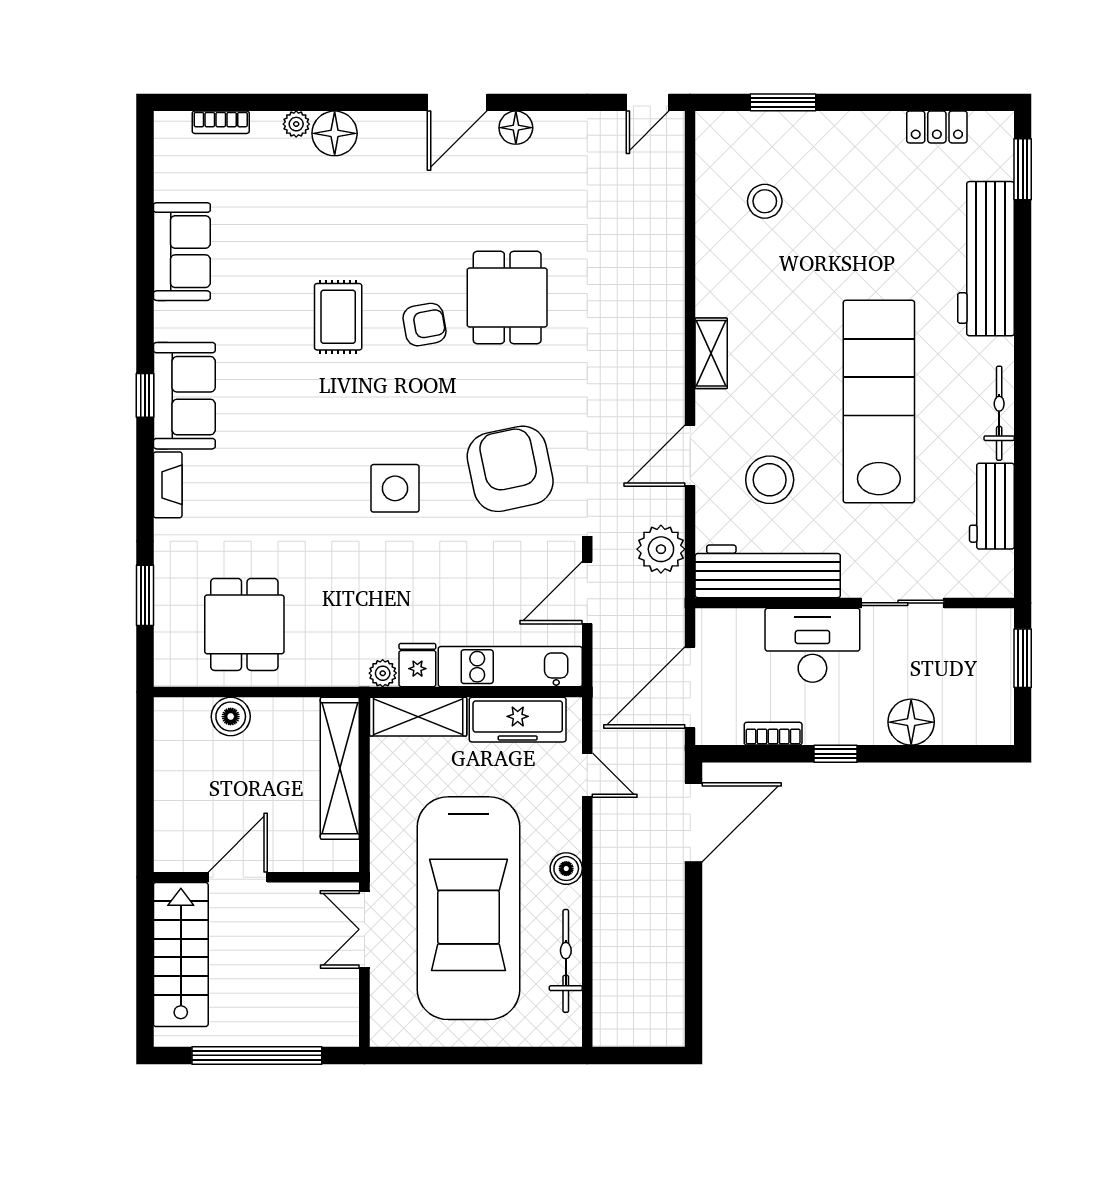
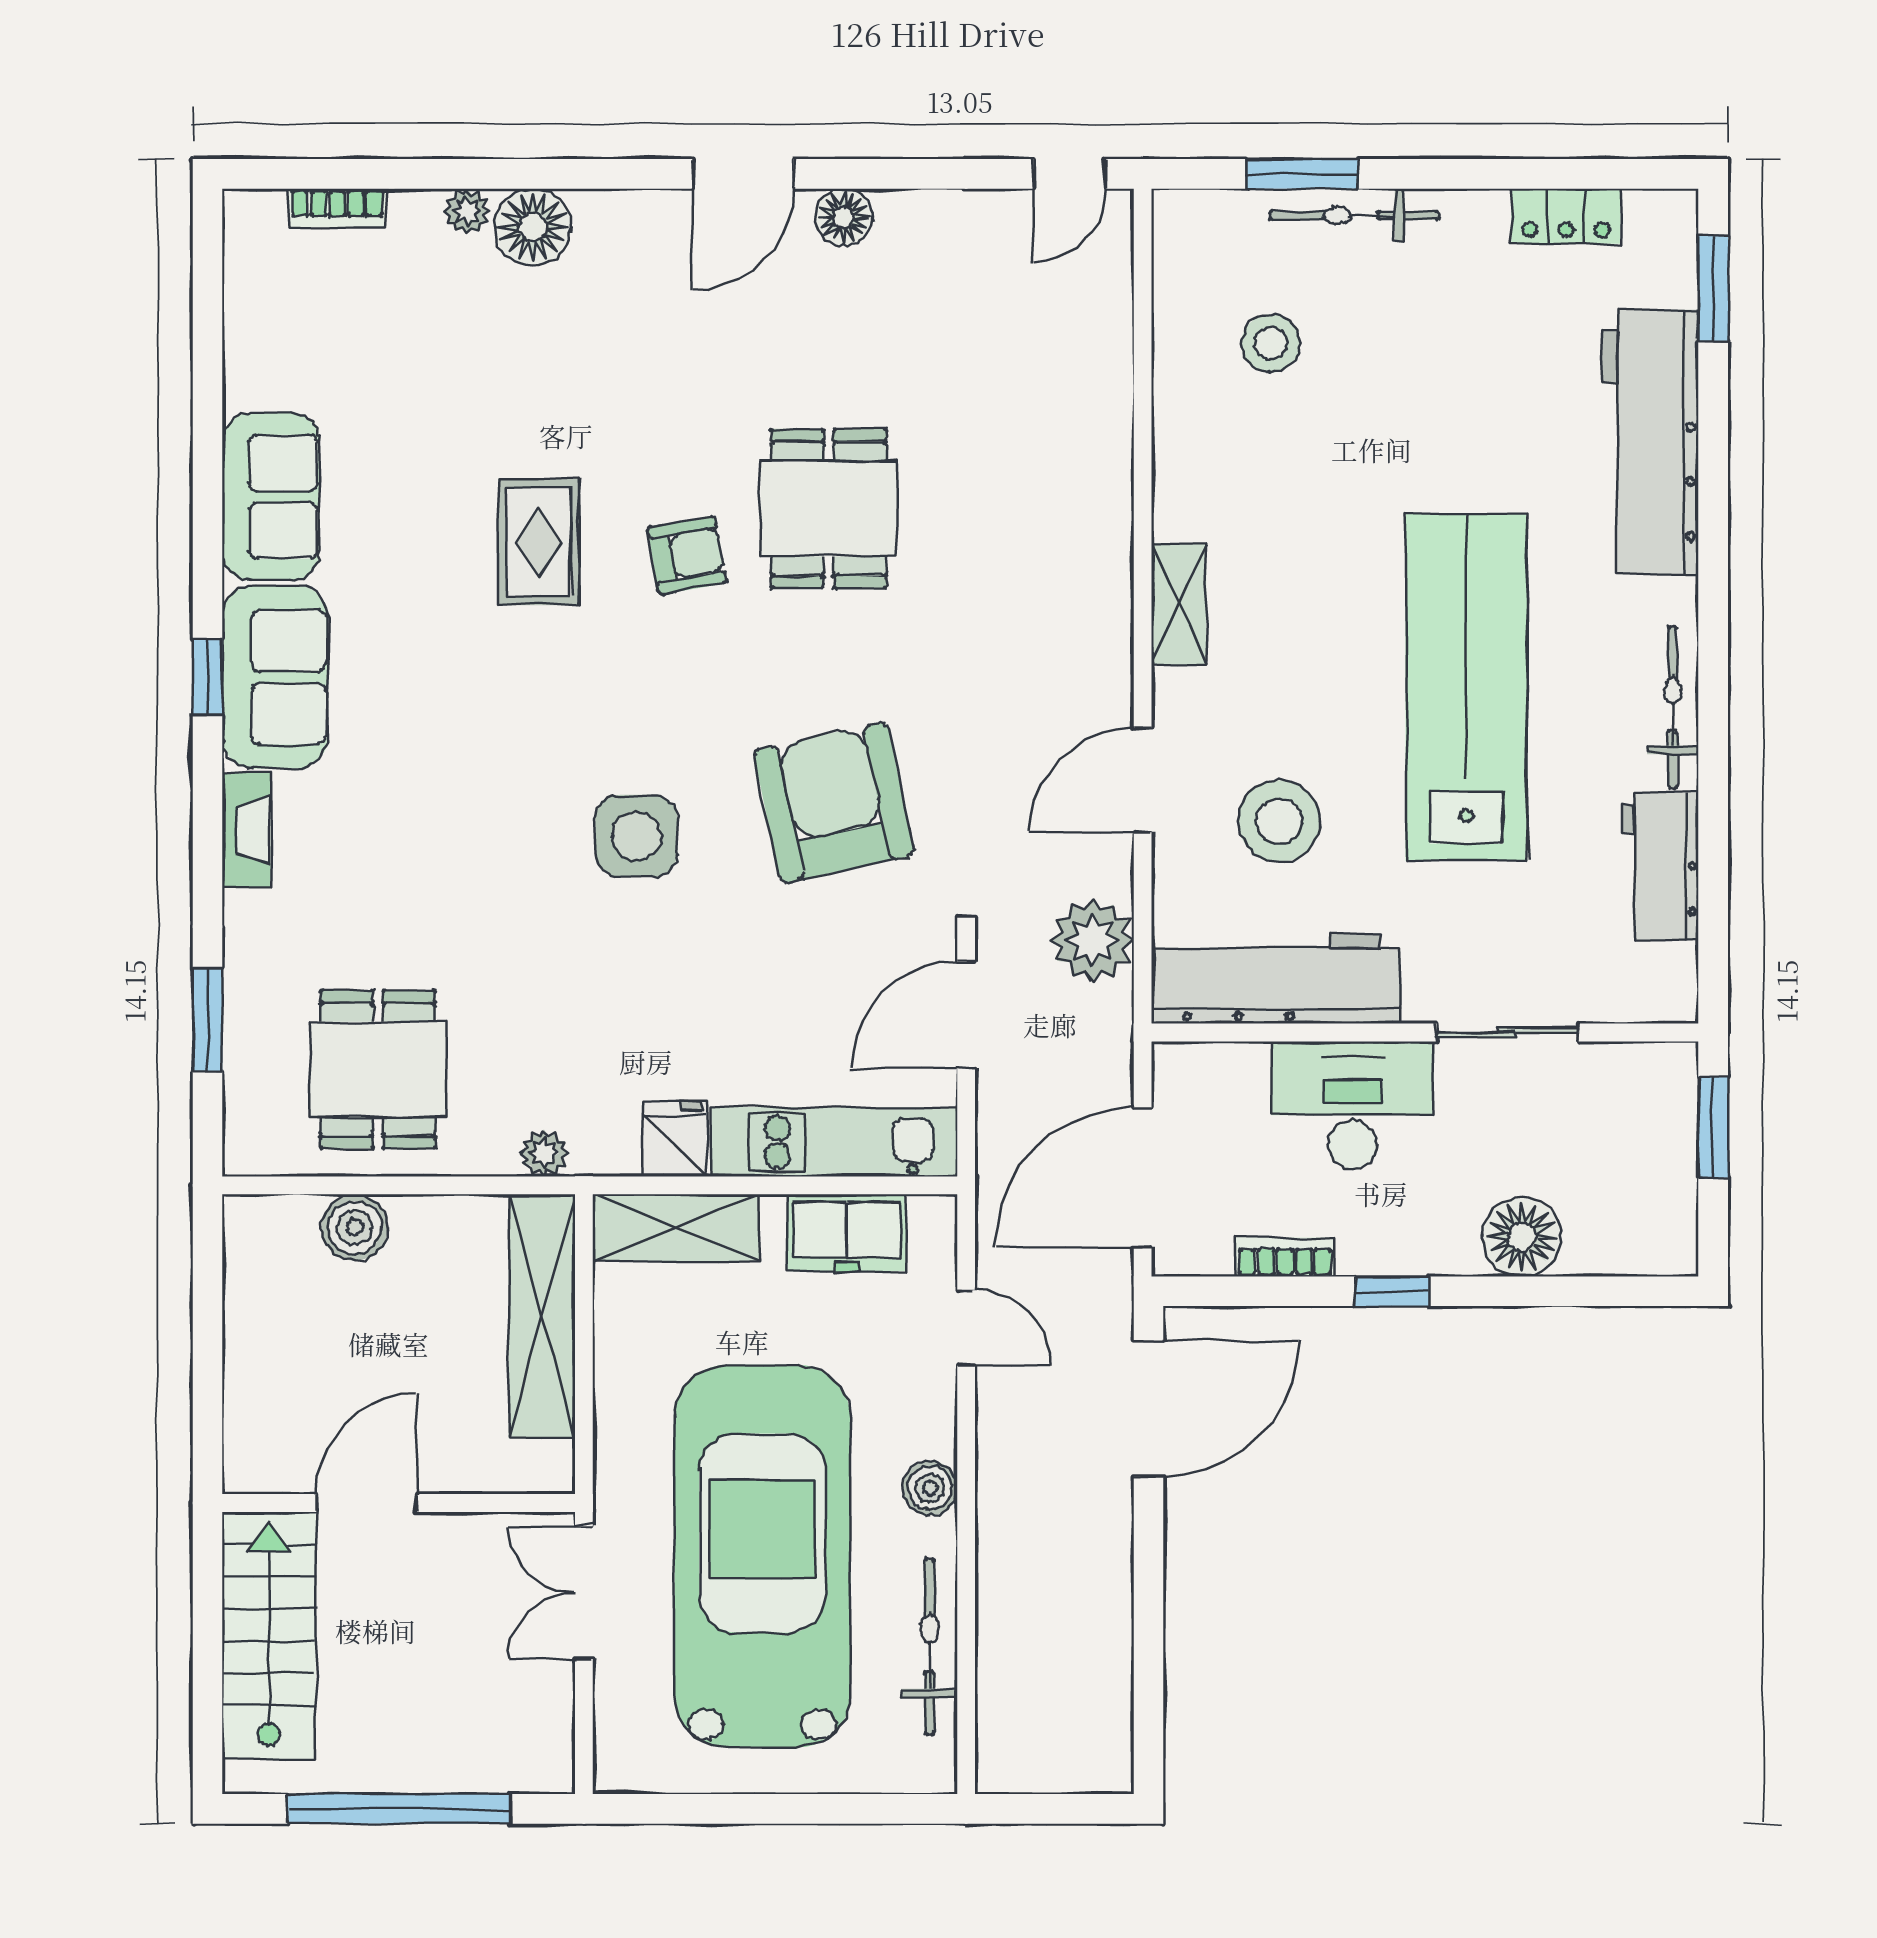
bicycle: (813, 127) -> (1354, 215), added
sofa: (182, 252) -> (271, 497), moved
plant: (383, 673) -> (544, 1153), moved
freezer: (518, 720) -> (847, 1233), width x0.71
car: (469, 908) -> (763, 1556), turned 180

